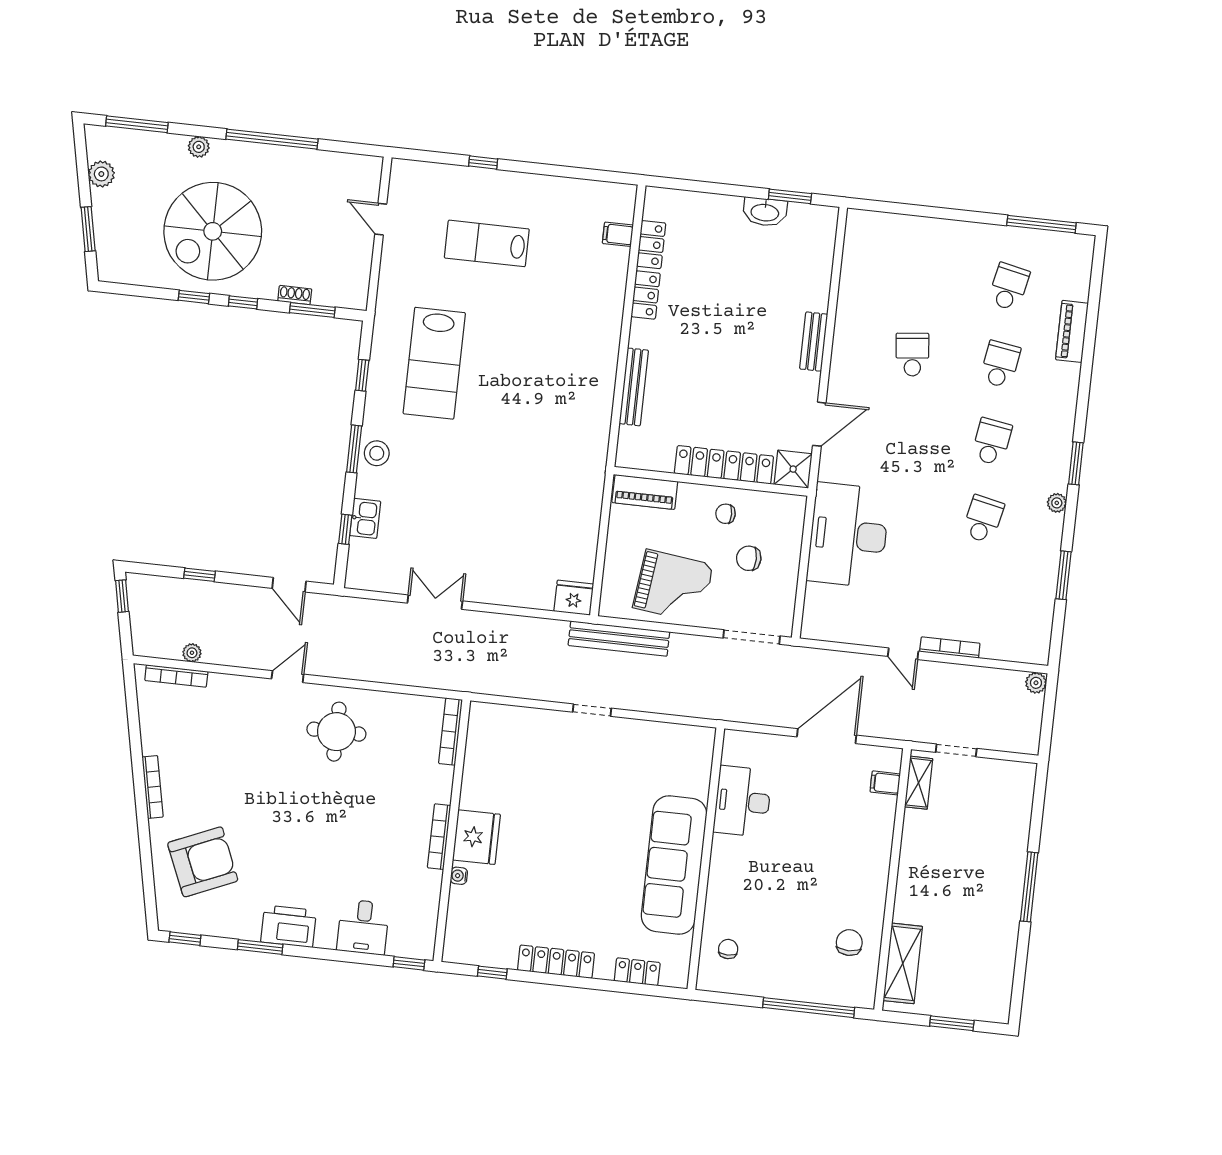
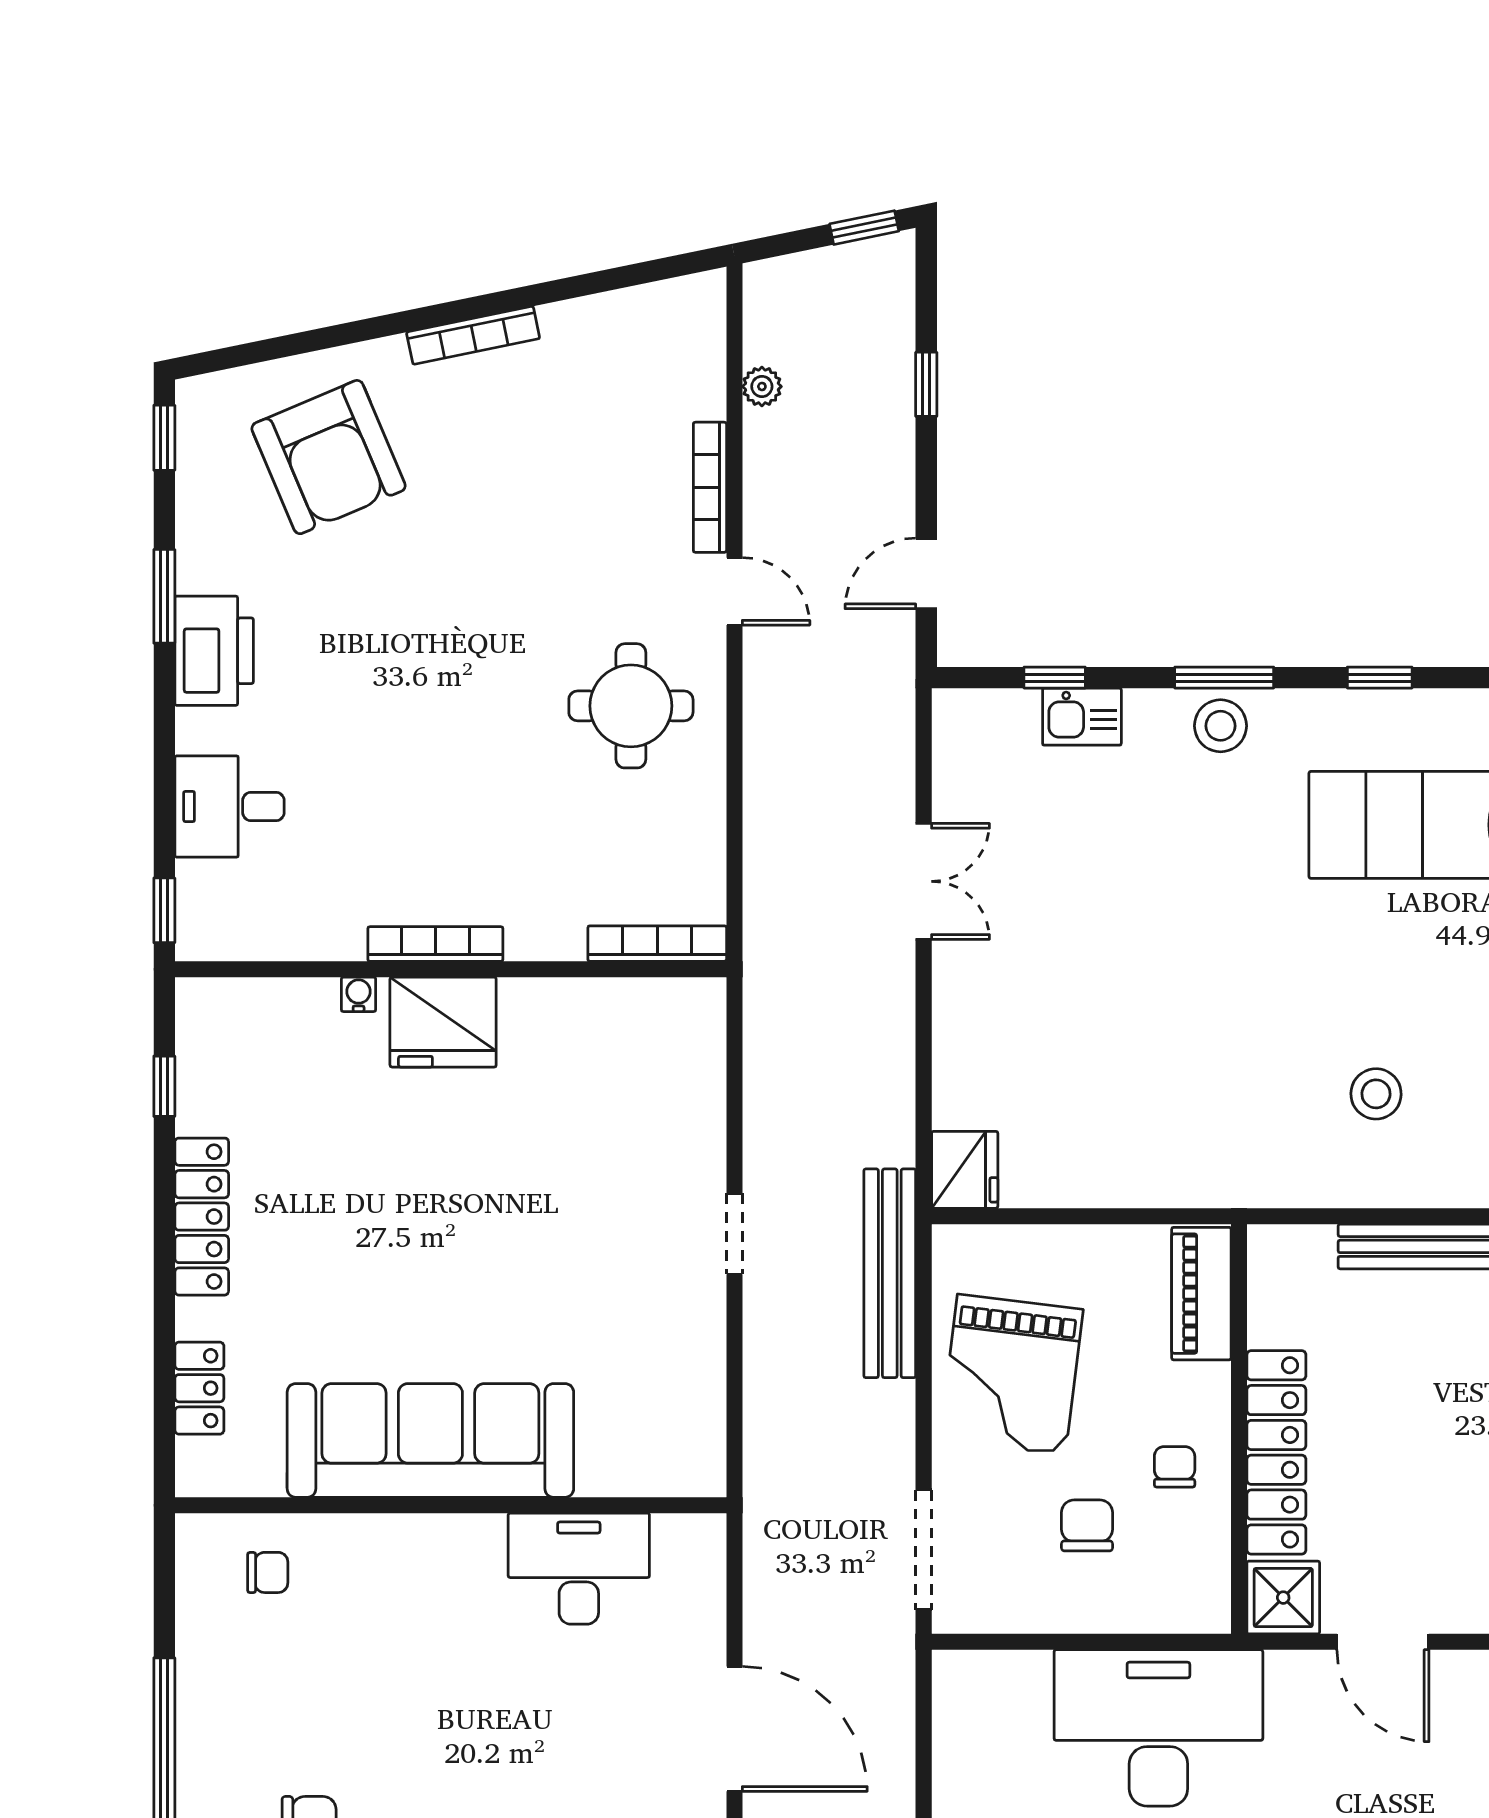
stool: (559, 399) -> (1376, 1094), added
bookcase: (176, 676) -> (710, 487), moved

